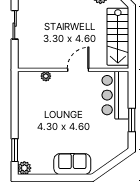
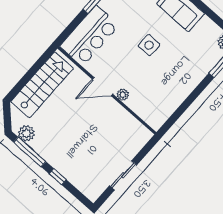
plant: (46, 76) -> (123, 95), moved
side table: (72, 123) -> (149, 45), added

